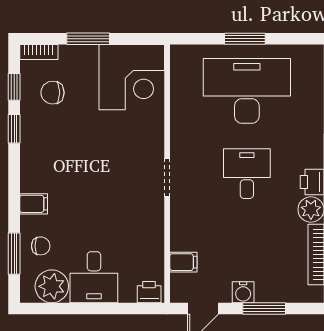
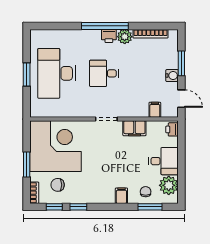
corner desk: (132, 77) -> (55, 146), width x1.36, depth x1.36
chair: (52, 93) -> (58, 185), turned 90
filing cabinet: (151, 227) -> (134, 128), added

